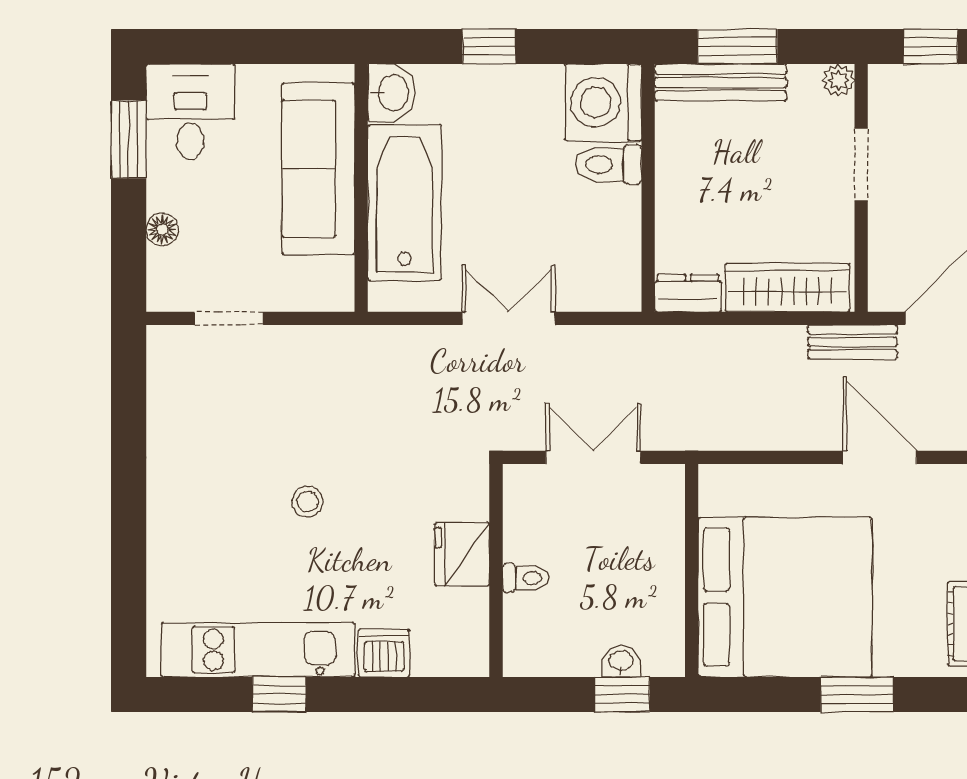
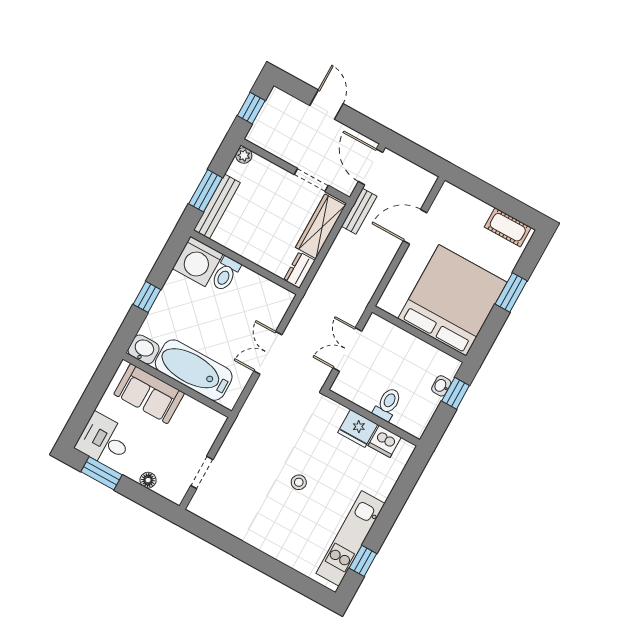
doorway: (861, 164) -> (311, 180), moved
sofa: (318, 169) -> (149, 394), width x0.73
toilet: (526, 578) -> (387, 404), width x1.37, depth x1.39
dishwasher: (384, 653) -> (385, 441), moved, turned -90
window: (279, 694) -> (363, 561), moved

